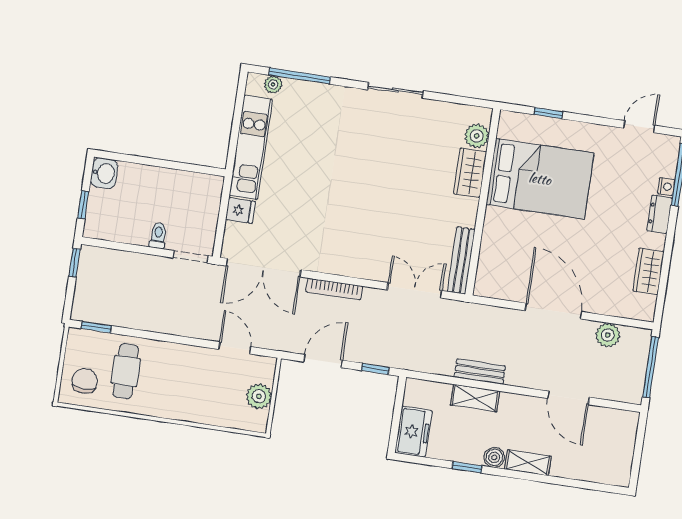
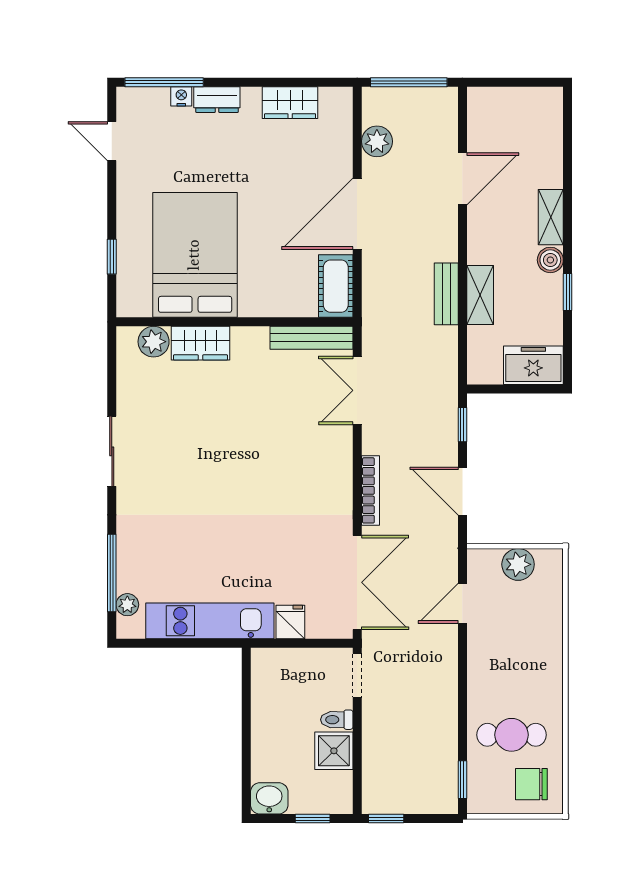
shower: (134, 230) -> (334, 751), added
cot: (499, 286) -> (336, 286), added

